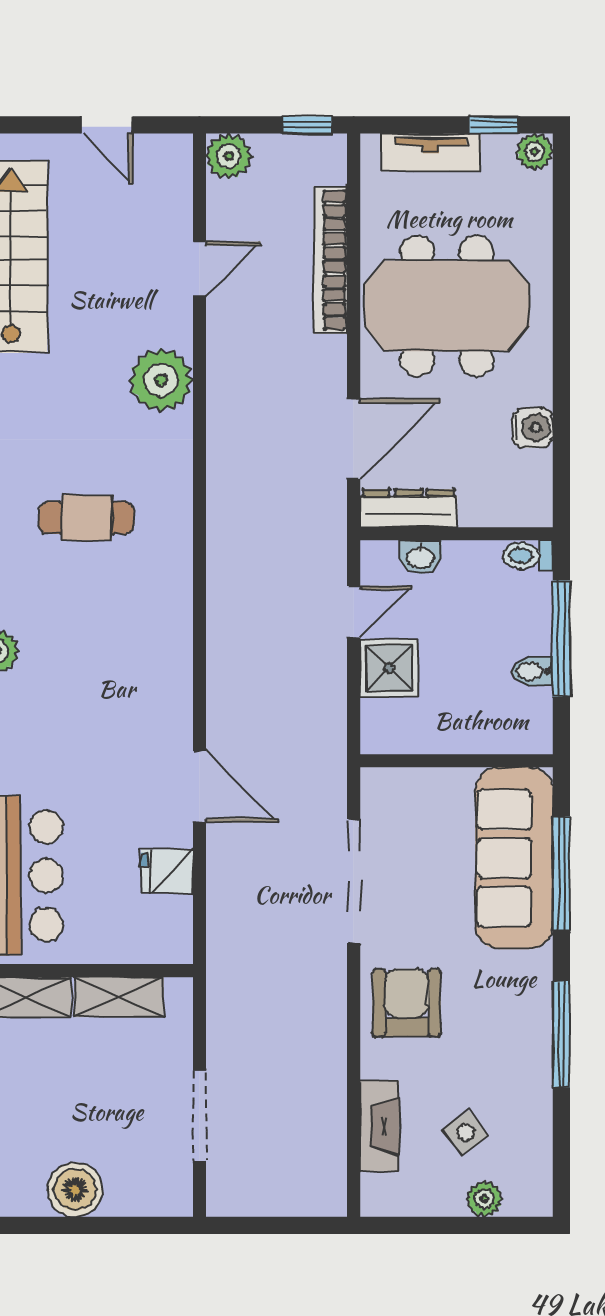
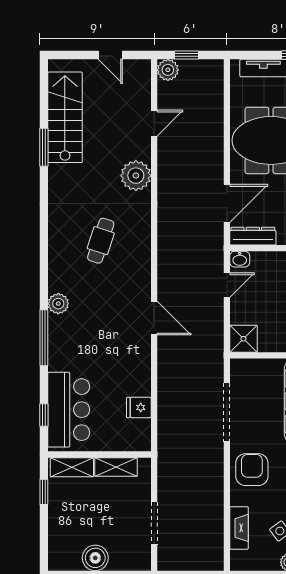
window: (307, 125) -> (187, 55), moved
bookcase: (330, 260) -> (216, 119), removed
cafe table: (87, 518) -> (101, 241), turned -72
washbasin: (421, 557) -> (240, 259), moved
shower: (389, 668) -> (243, 339), moved
door: (199, 787) -> (154, 318), moved

